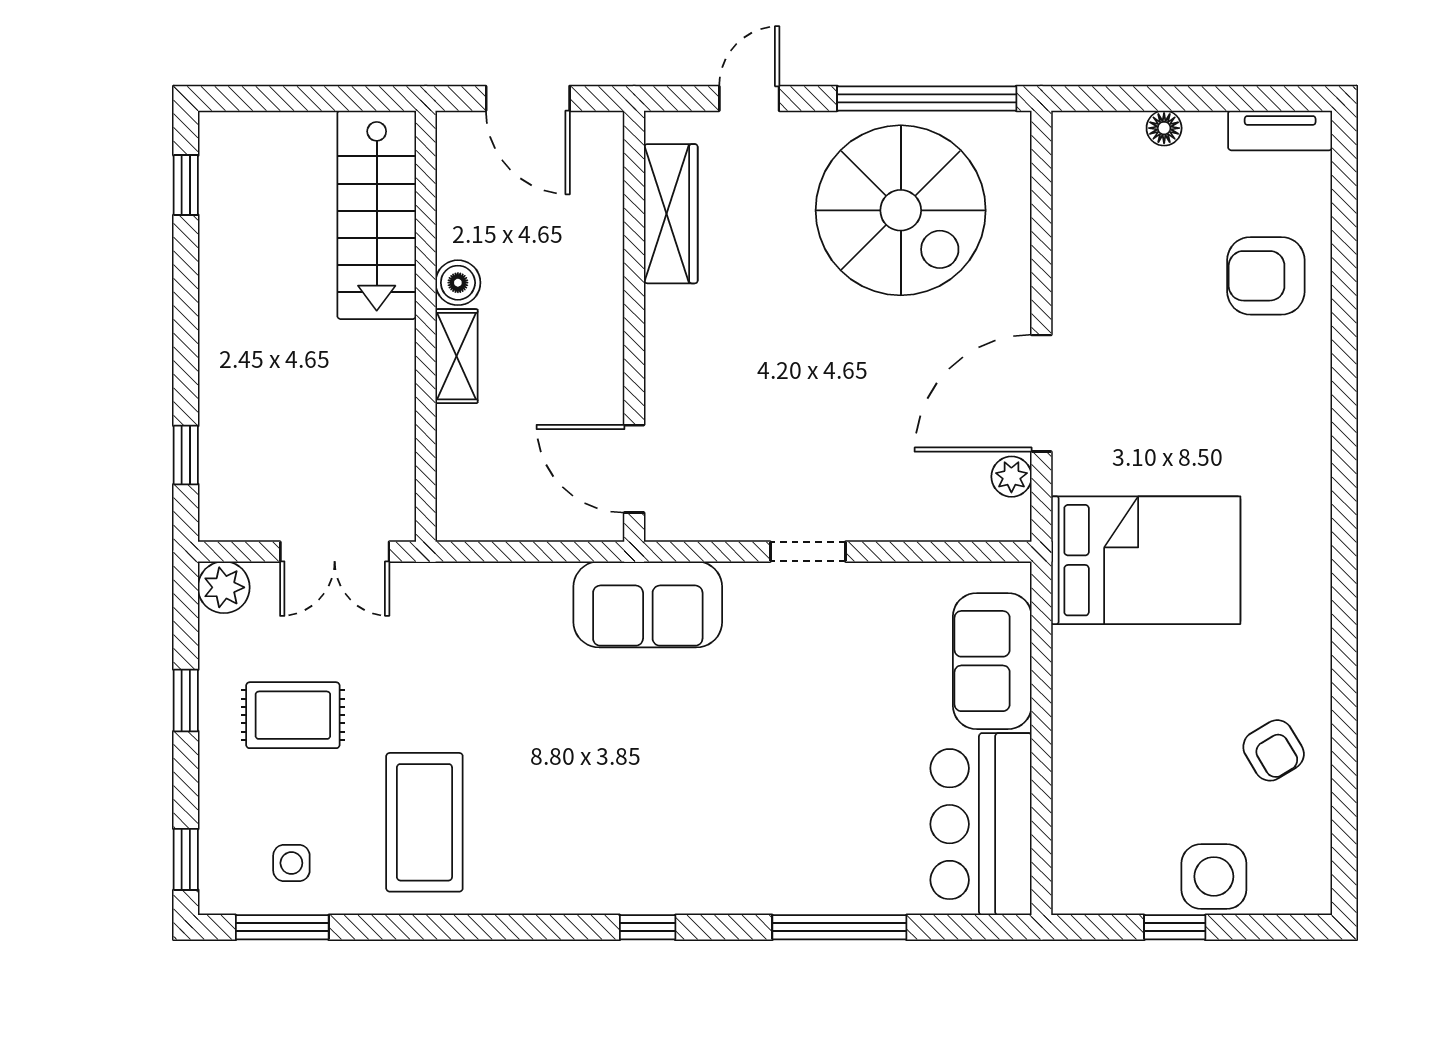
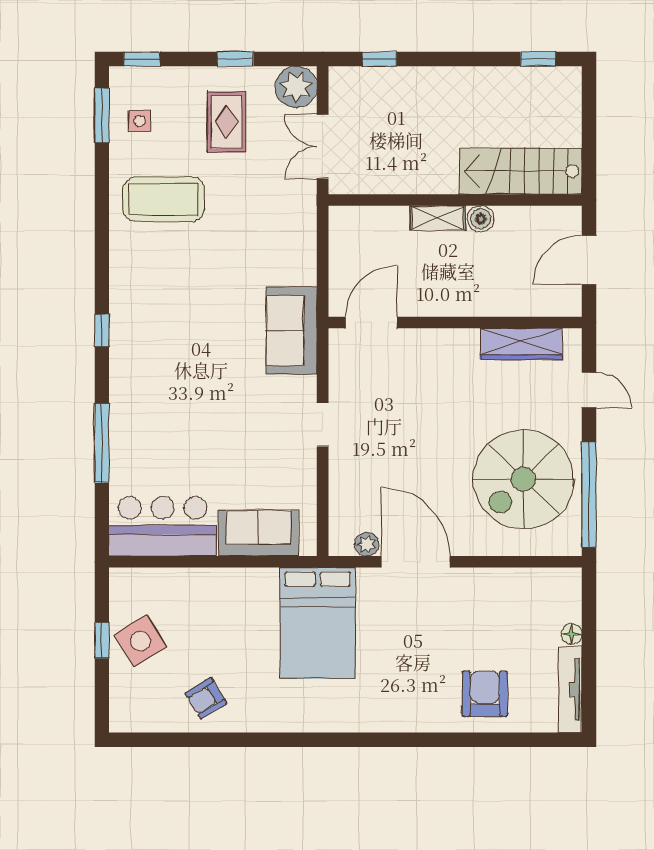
tv unit: (1280, 130) -> (570, 690), width x1.41
plant: (224, 587) -> (296, 87), width x1.36, depth x1.36
side table: (1214, 876) -> (140, 641), moved, turned -32

